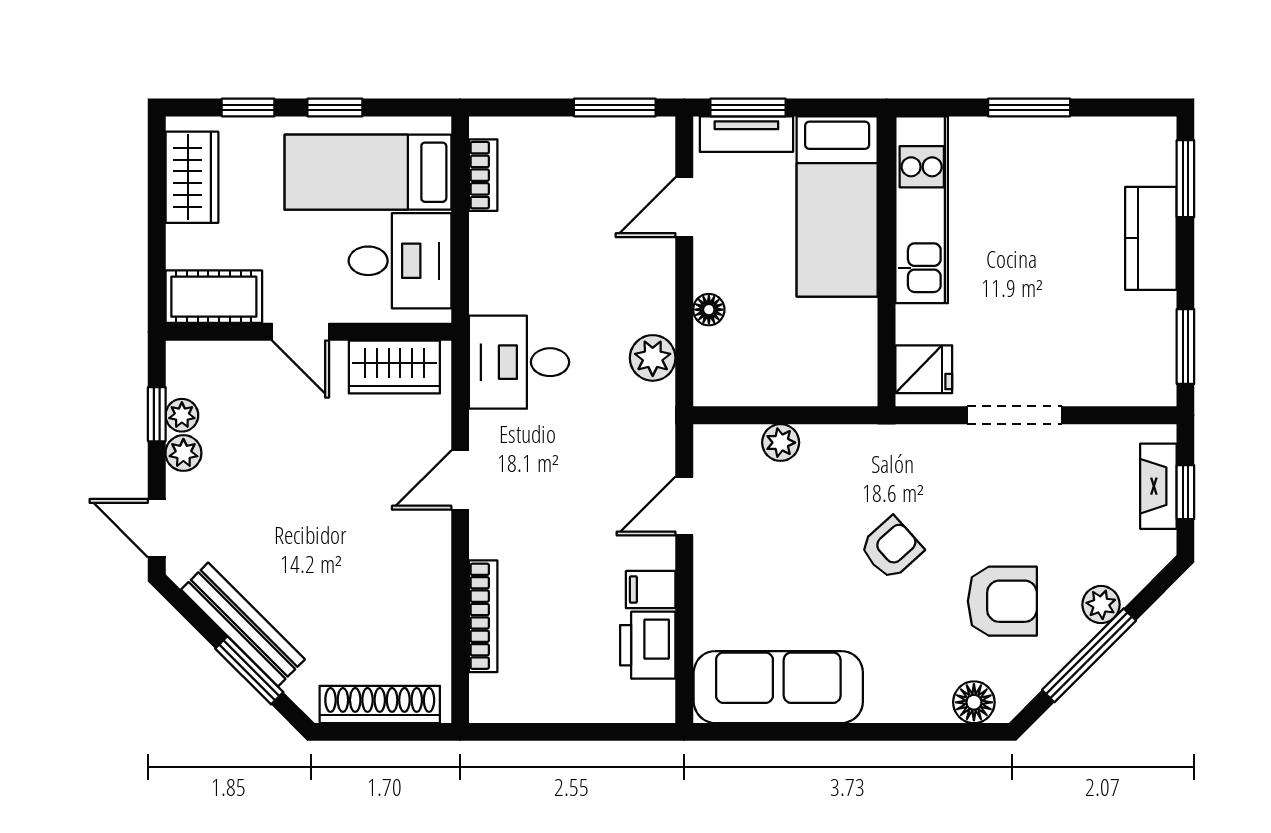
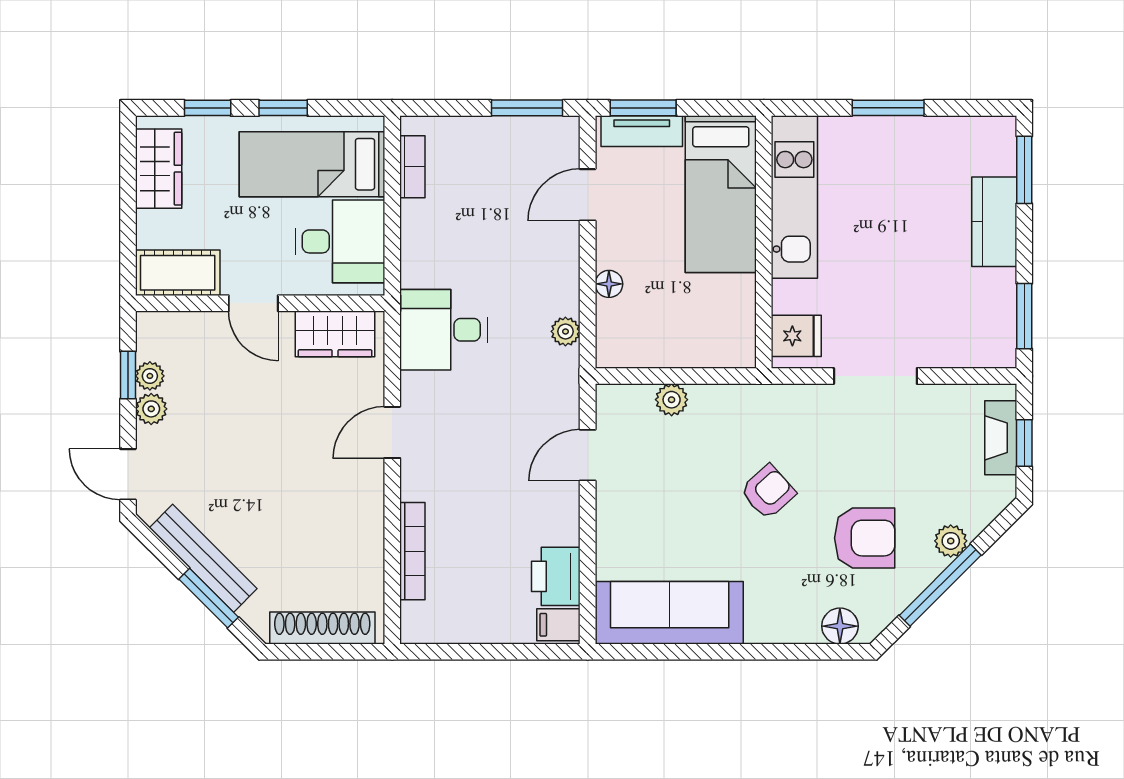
plant: (653, 358) -> (565, 331), width x0.73, depth x0.73
filing cabinet: (651, 590) -> (558, 625), moved

